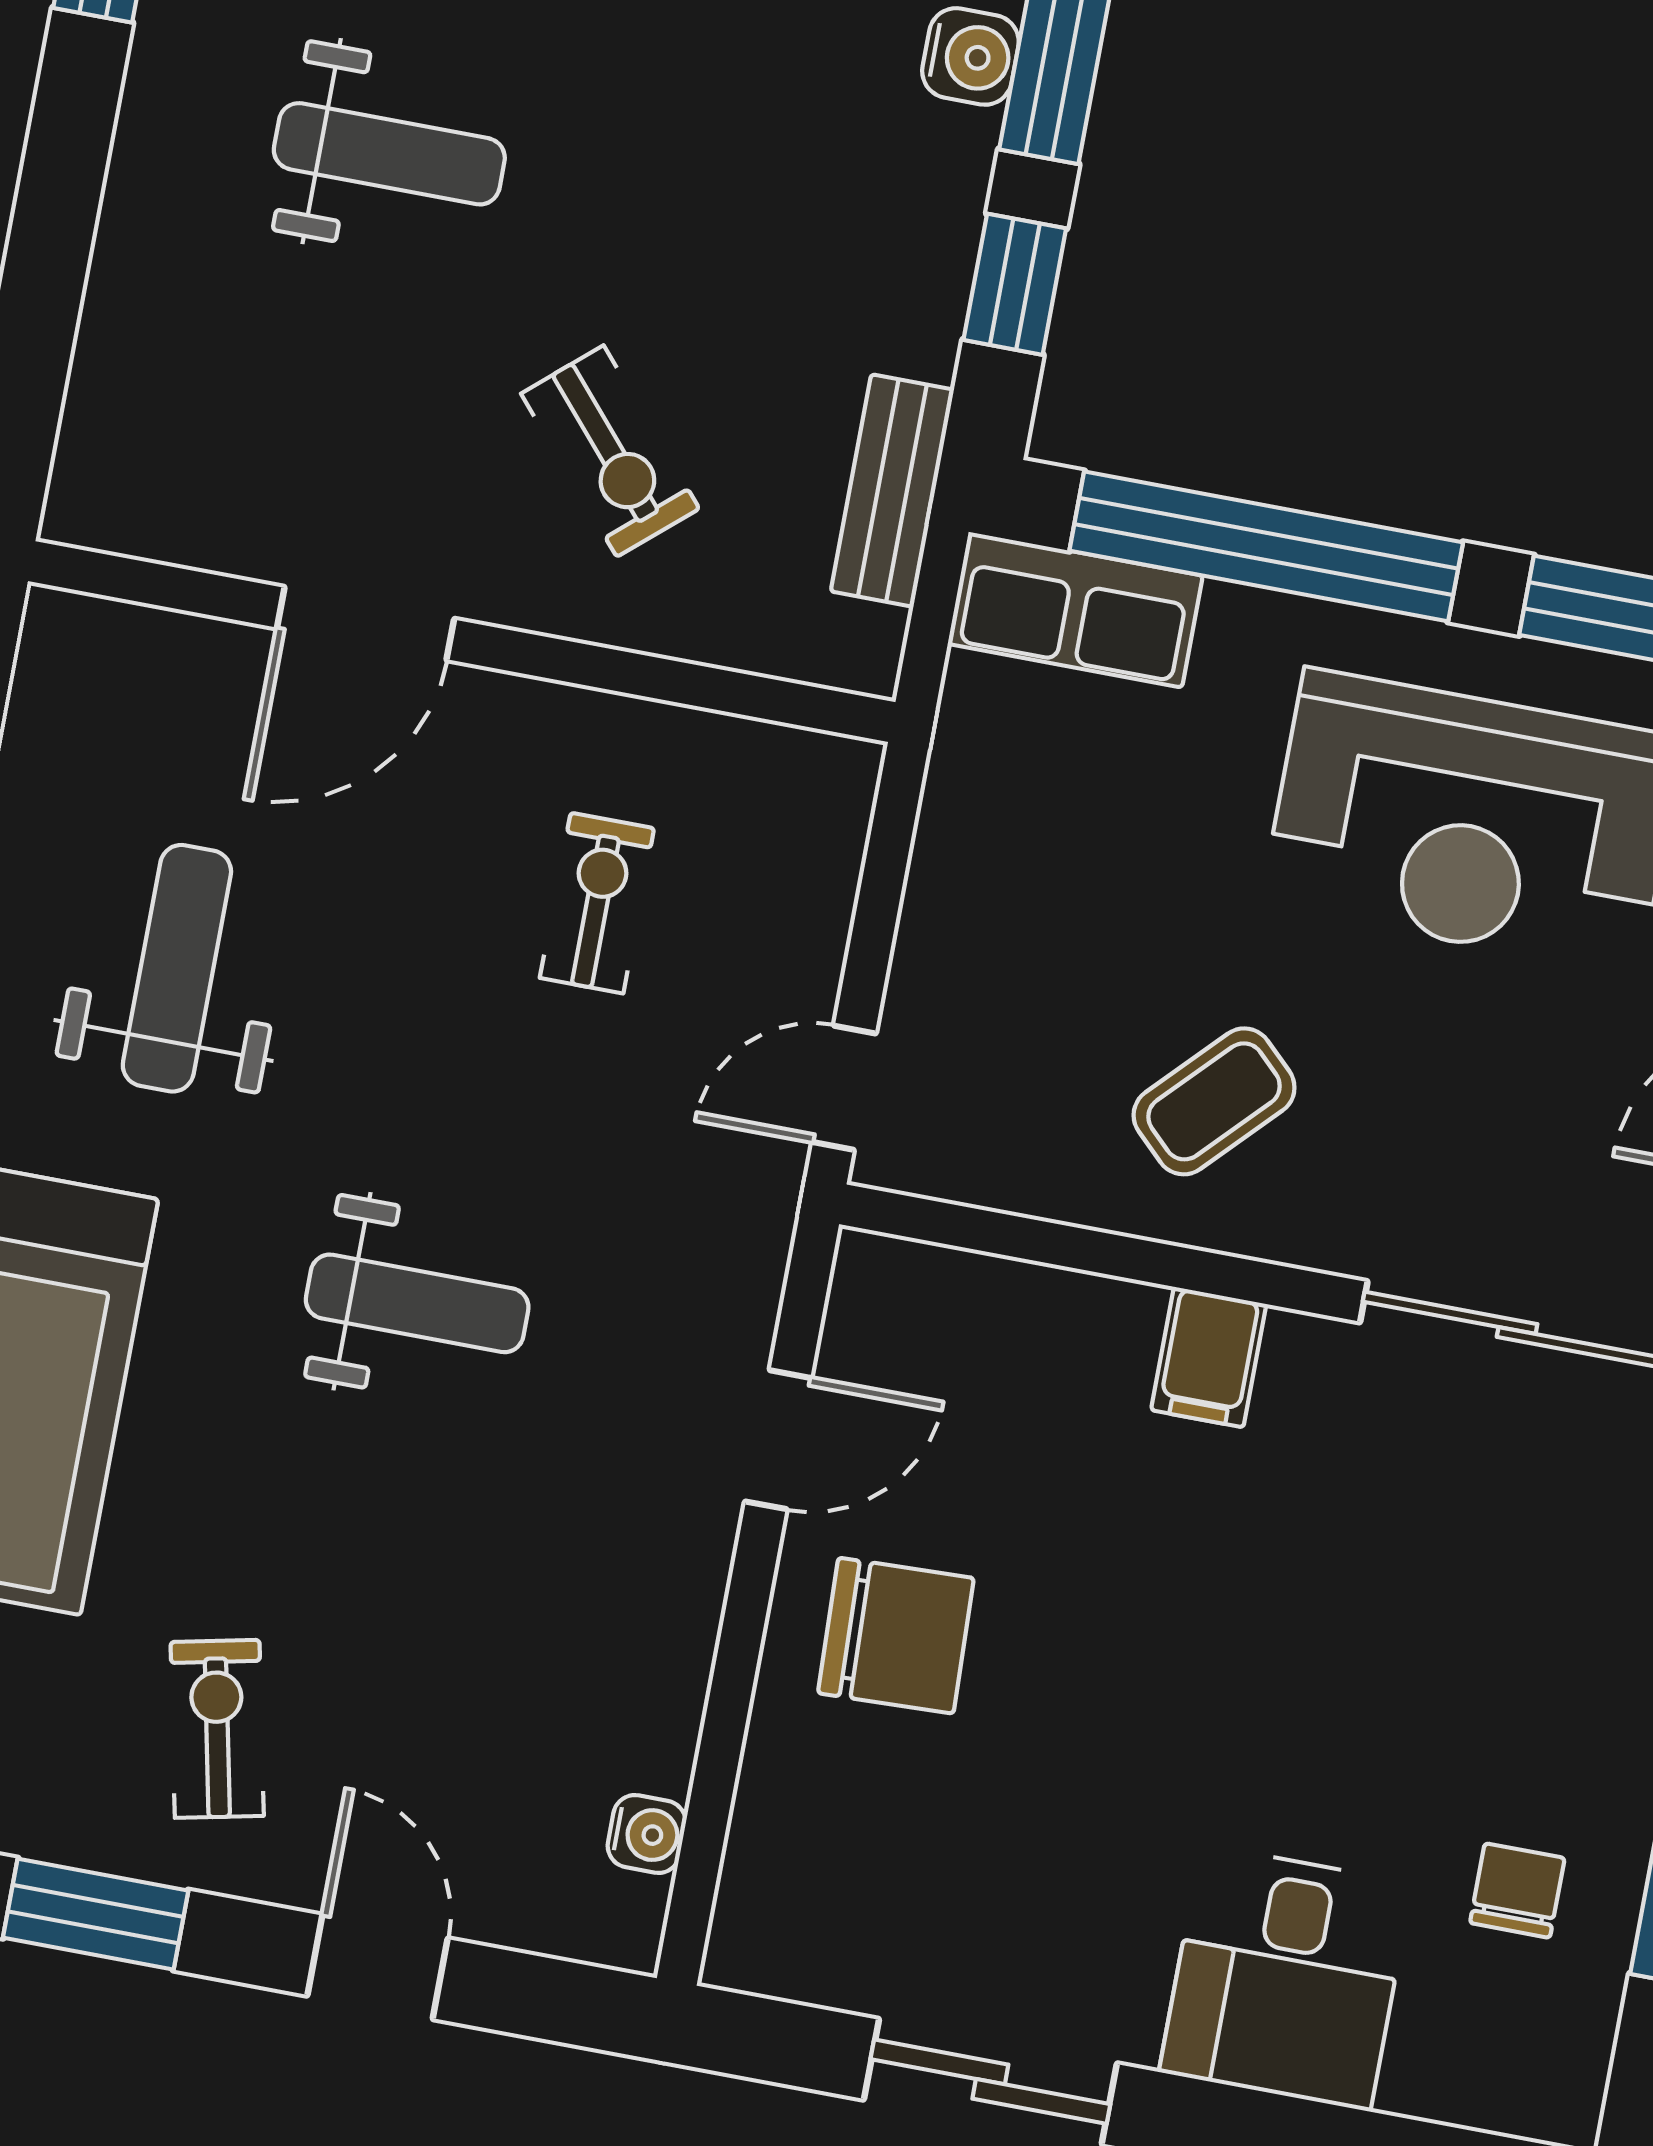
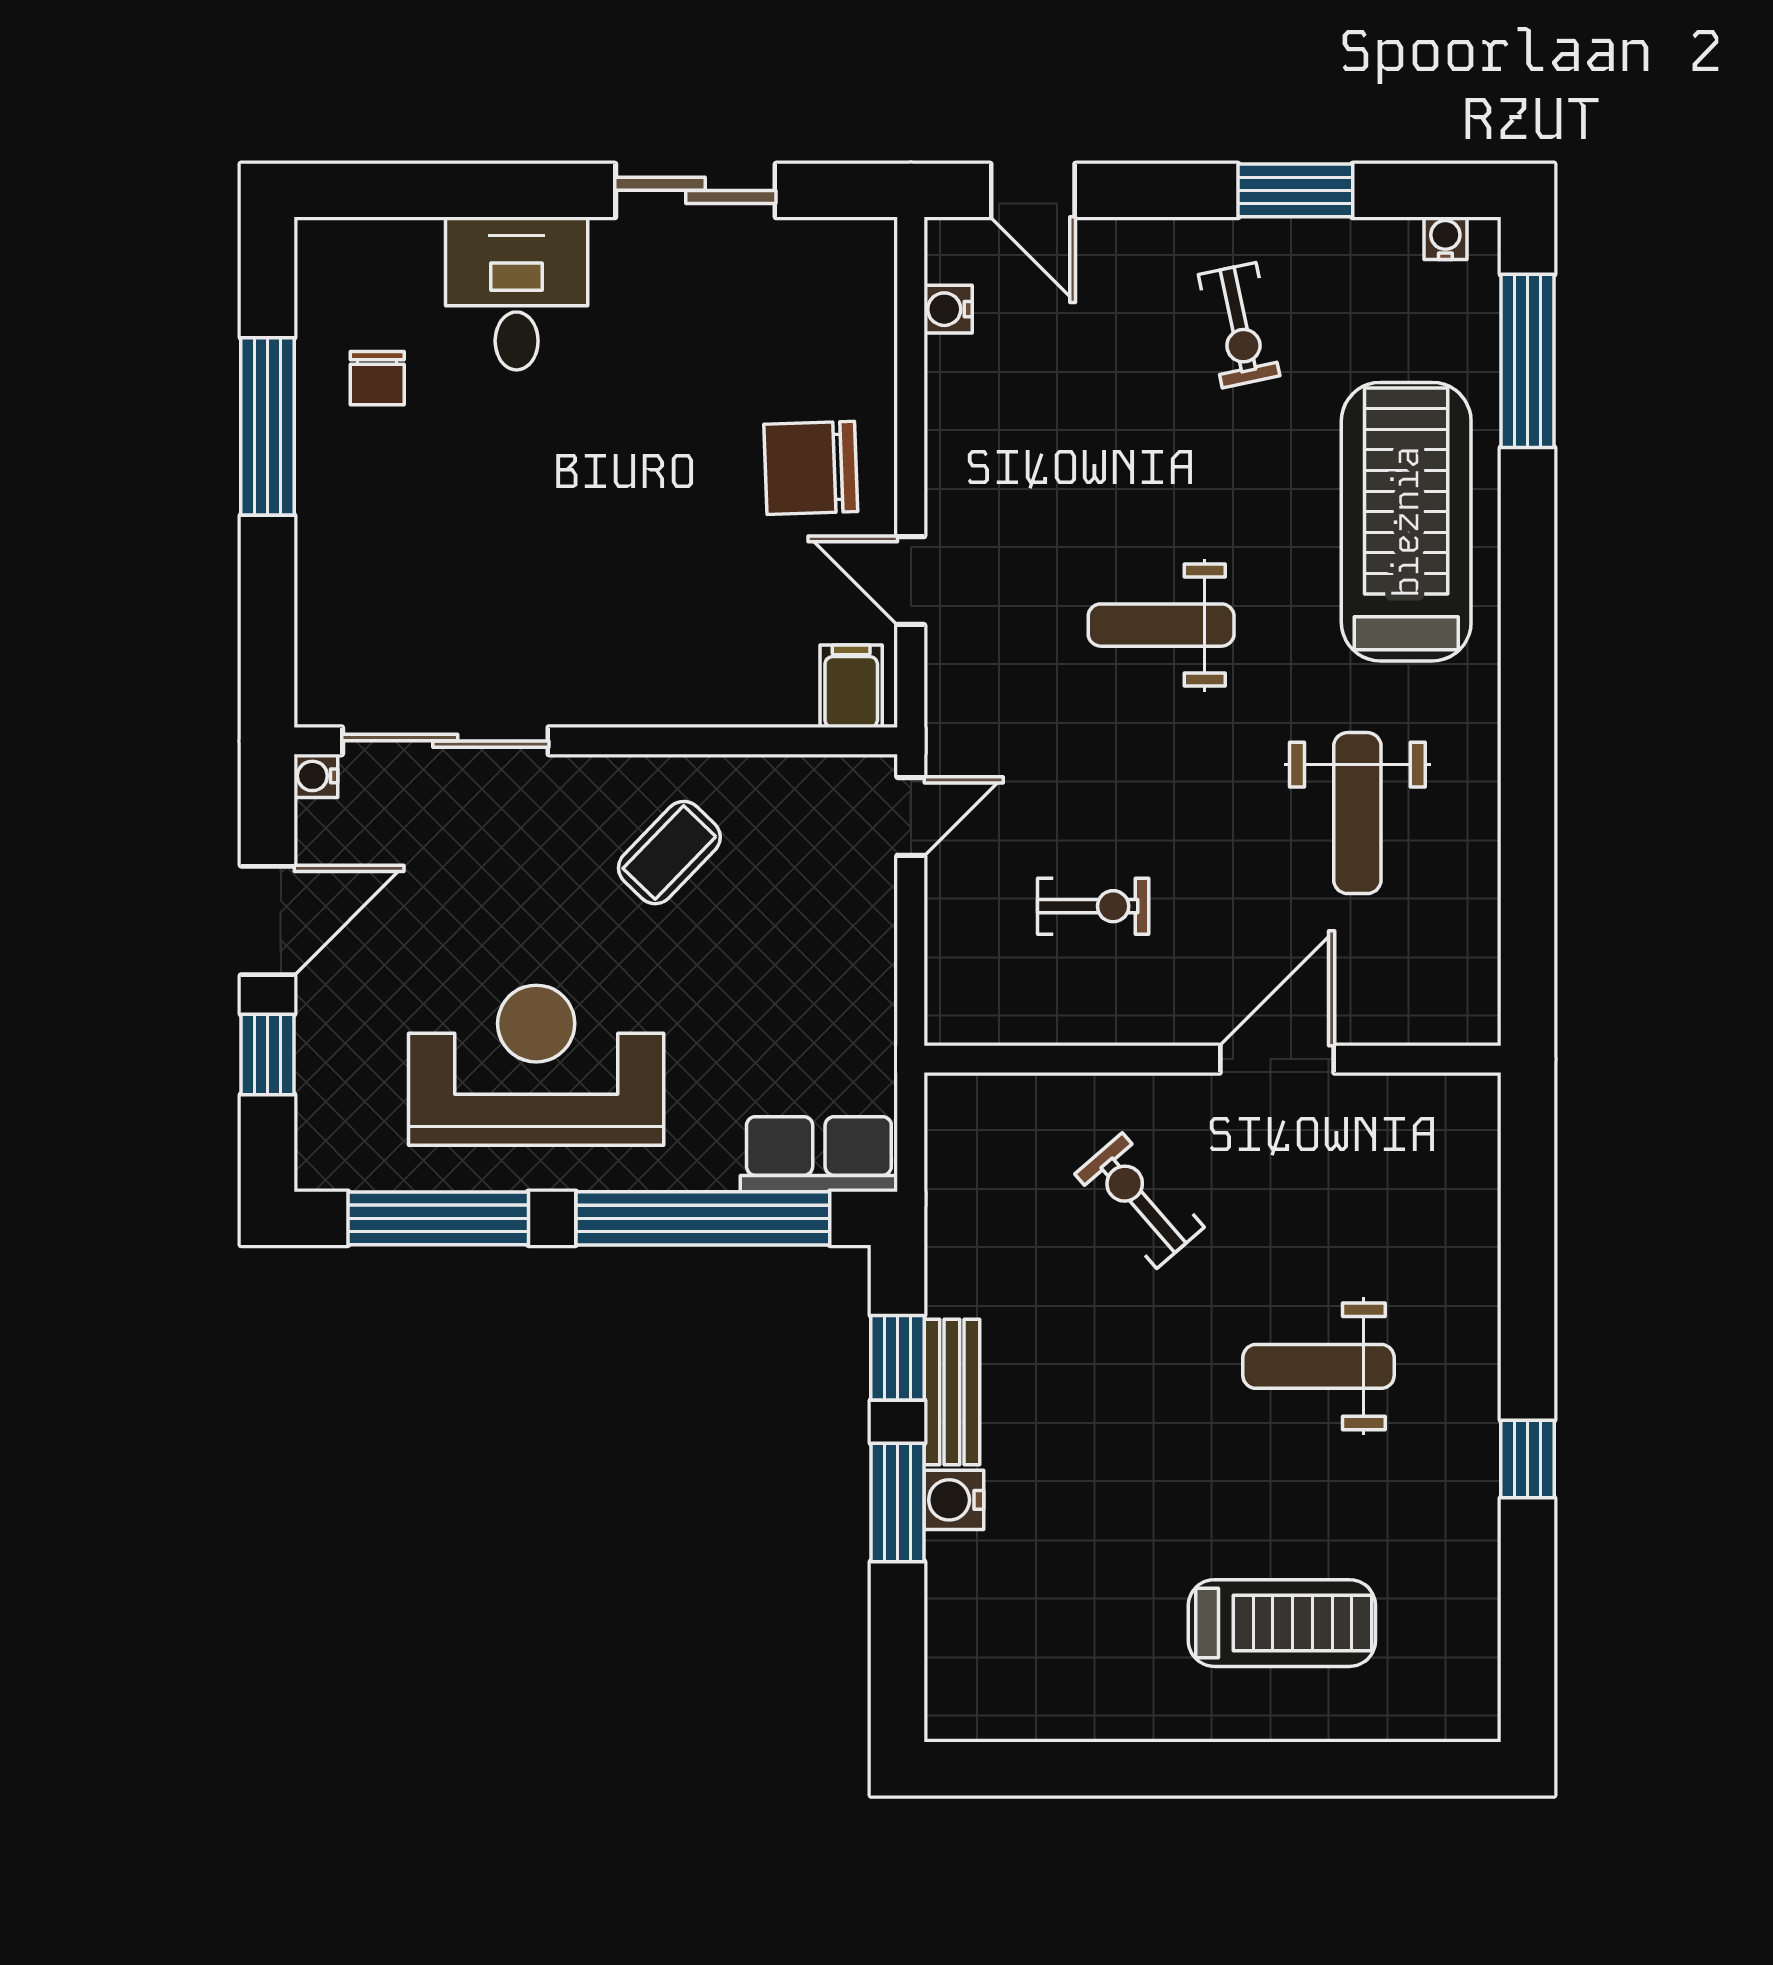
bench: (892, 491) -> (952, 1392), moved
exercise bike: (597, 903) -> (1093, 906), turned -90
filing cabinet: (1209, 1357) -> (851, 686), moved
door: (778, 1440) -> (911, 581), hinge flipped
door: (378, 1967) -> (1033, 190), moved

